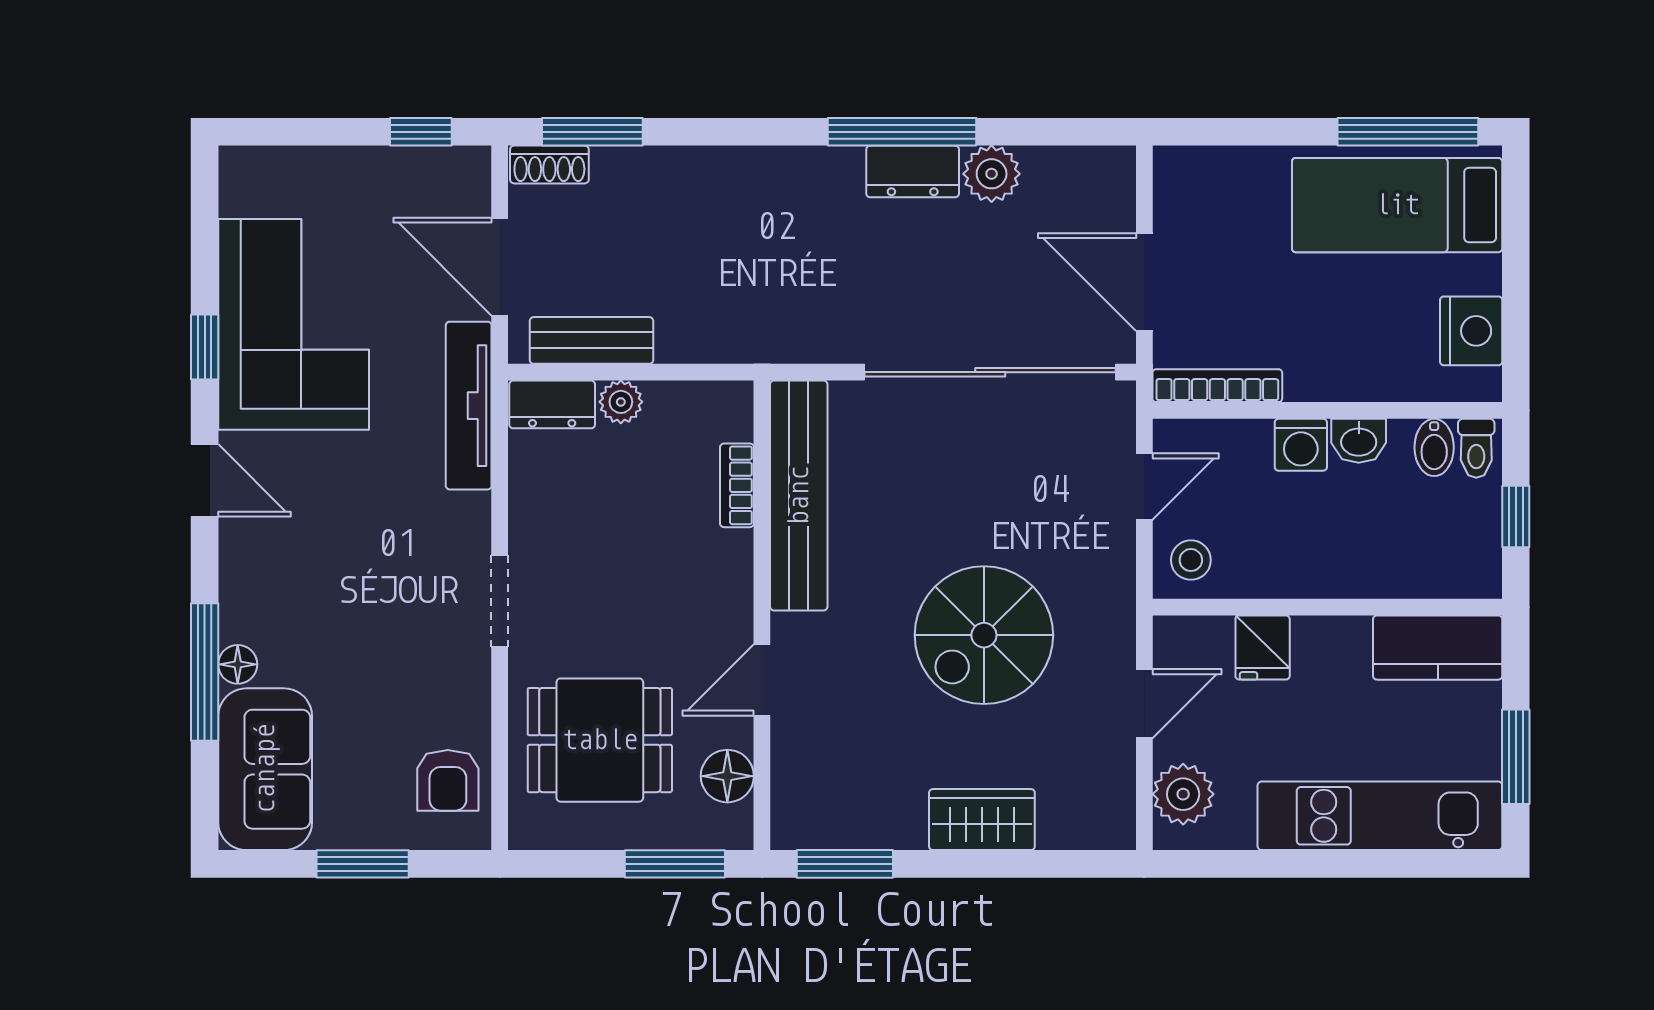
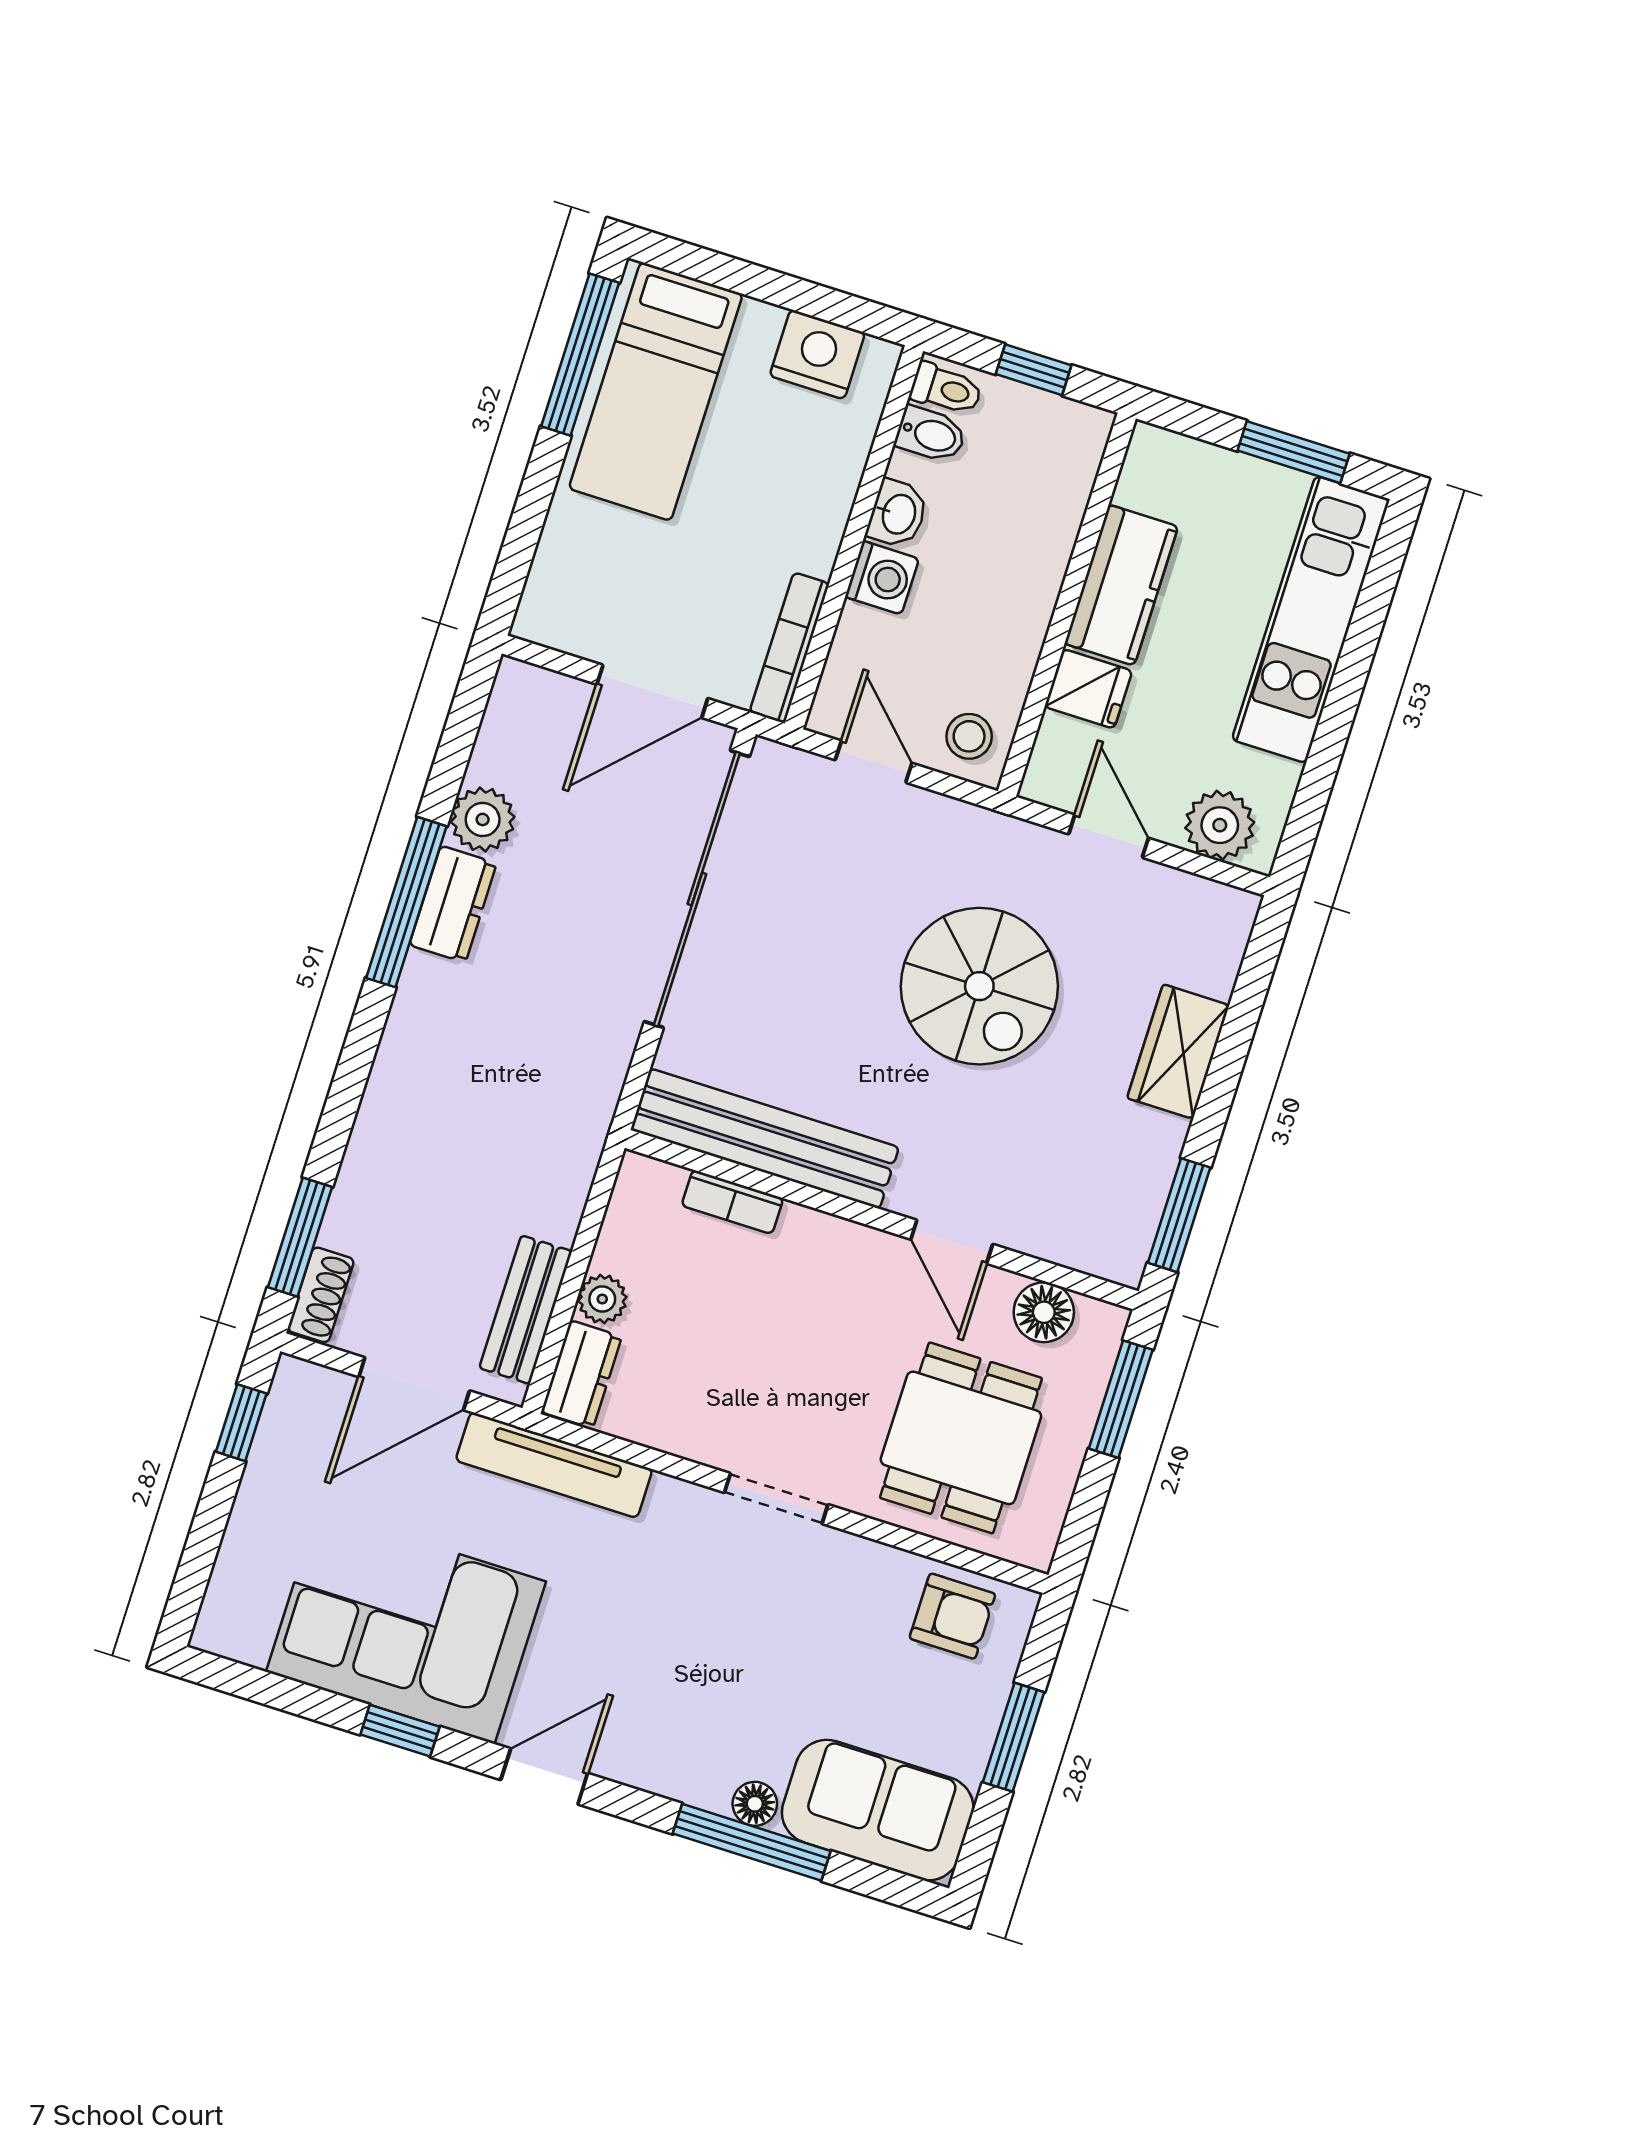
kitchen counter: (1438, 648) -> (1121, 585), moved

